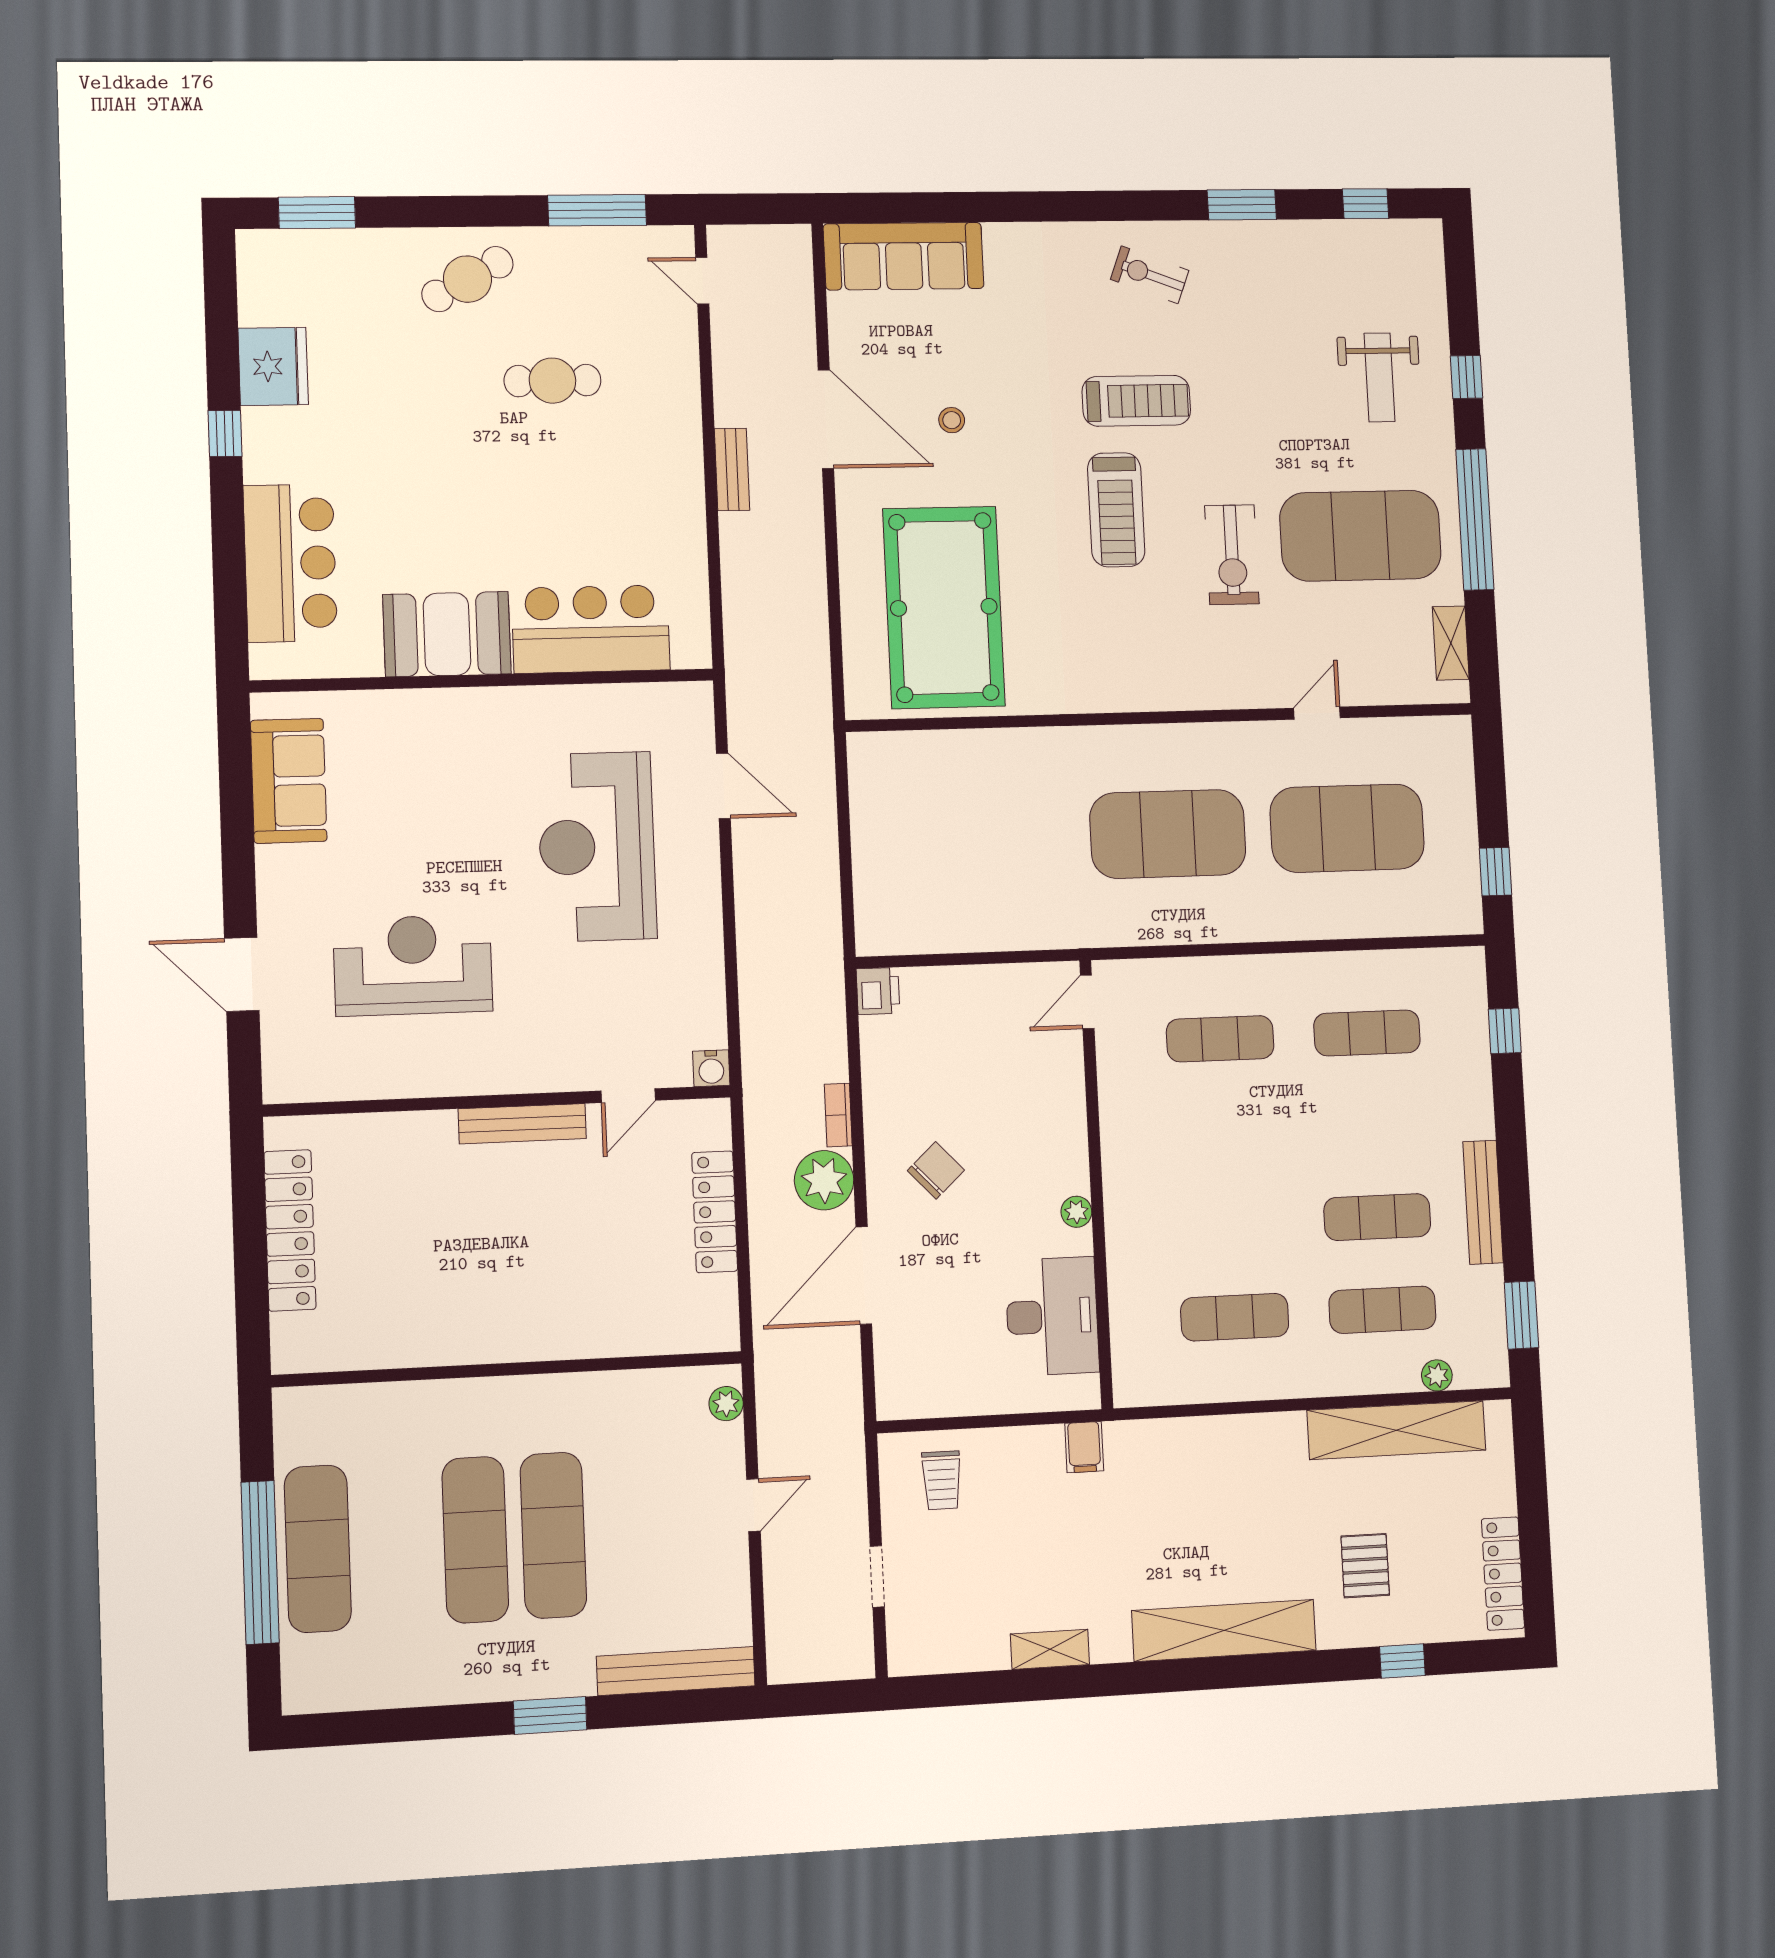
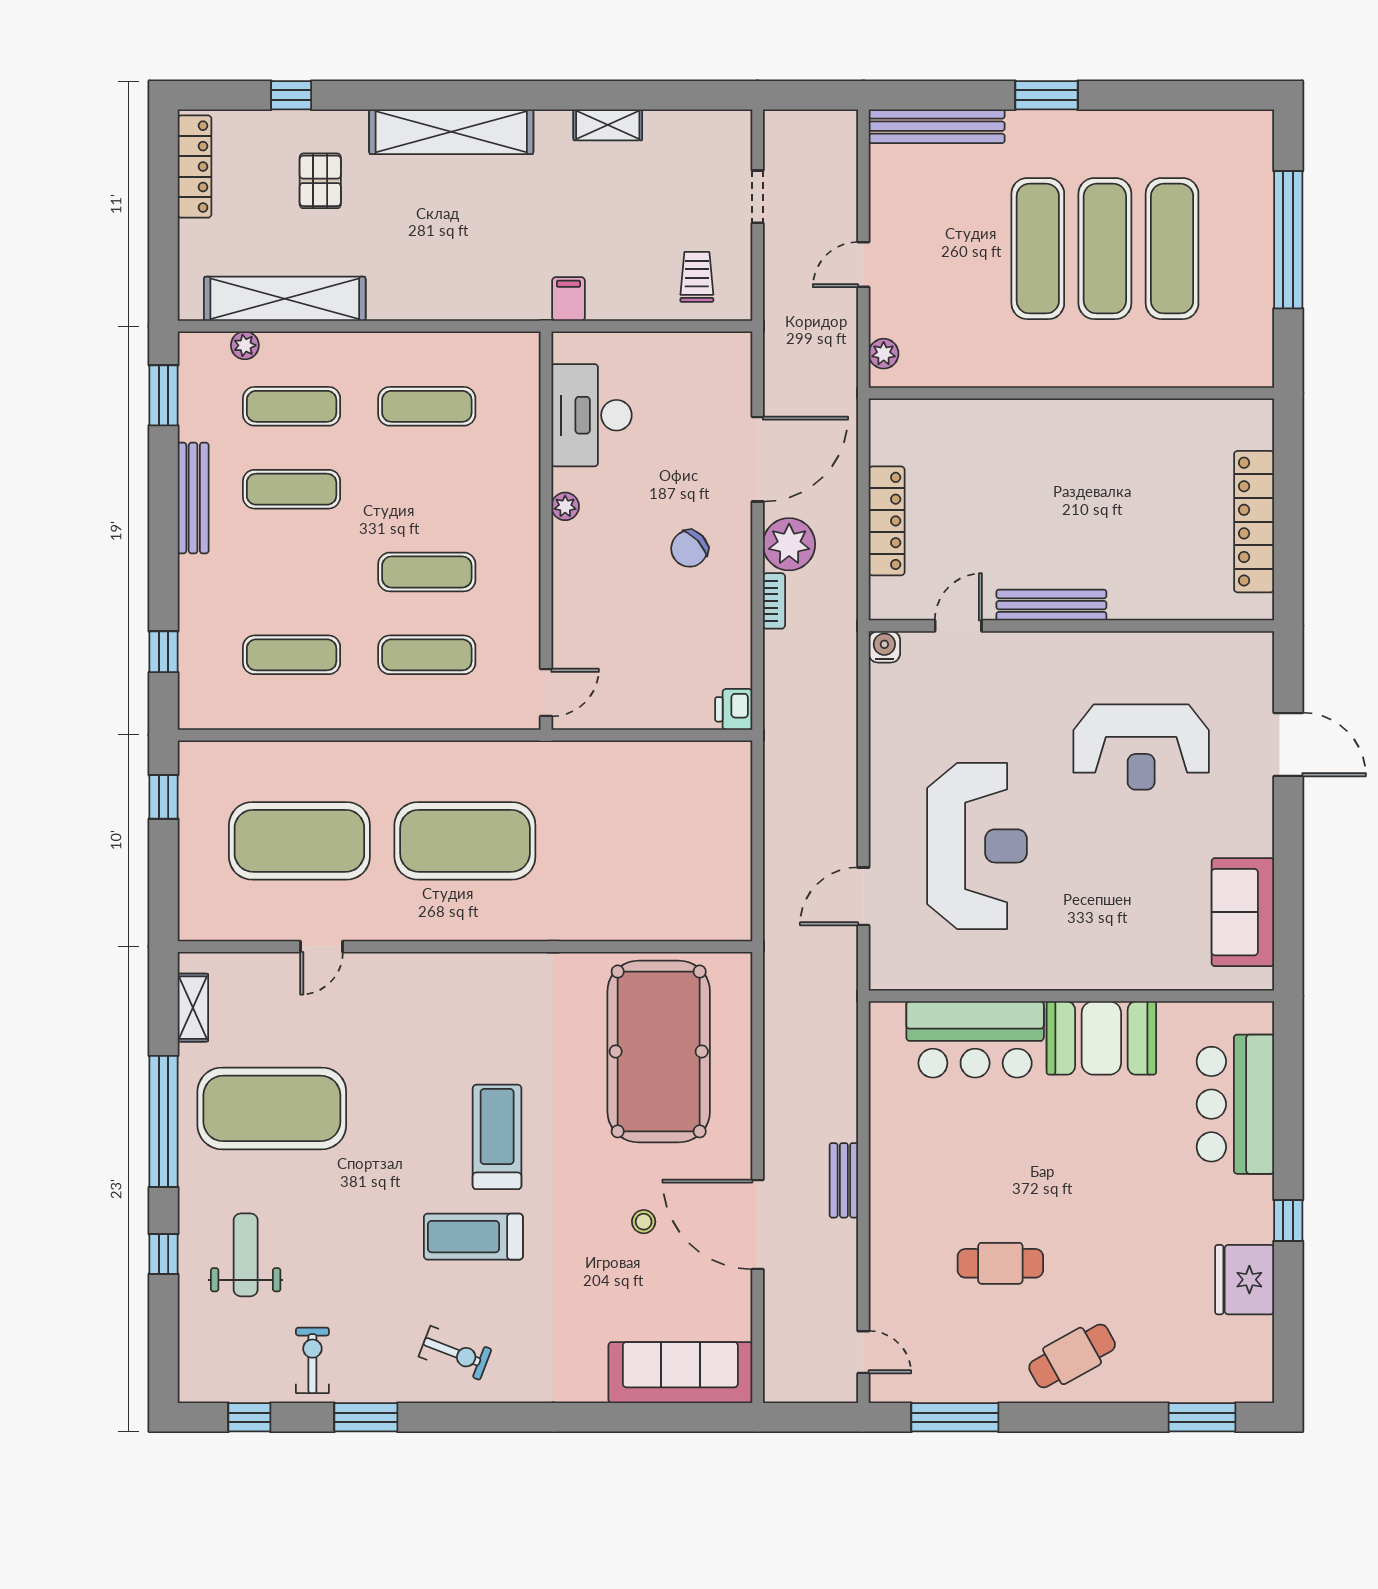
exercise bike: (1232, 555) -> (312, 1360), moved, width x0.73, depth x0.72
door: (723, 786) -> (863, 896), hinge flipped
exercise mat: (1225, 1131) -> (427, 572), added
exercise mat: (318, 1549) -> (1172, 249), moved

